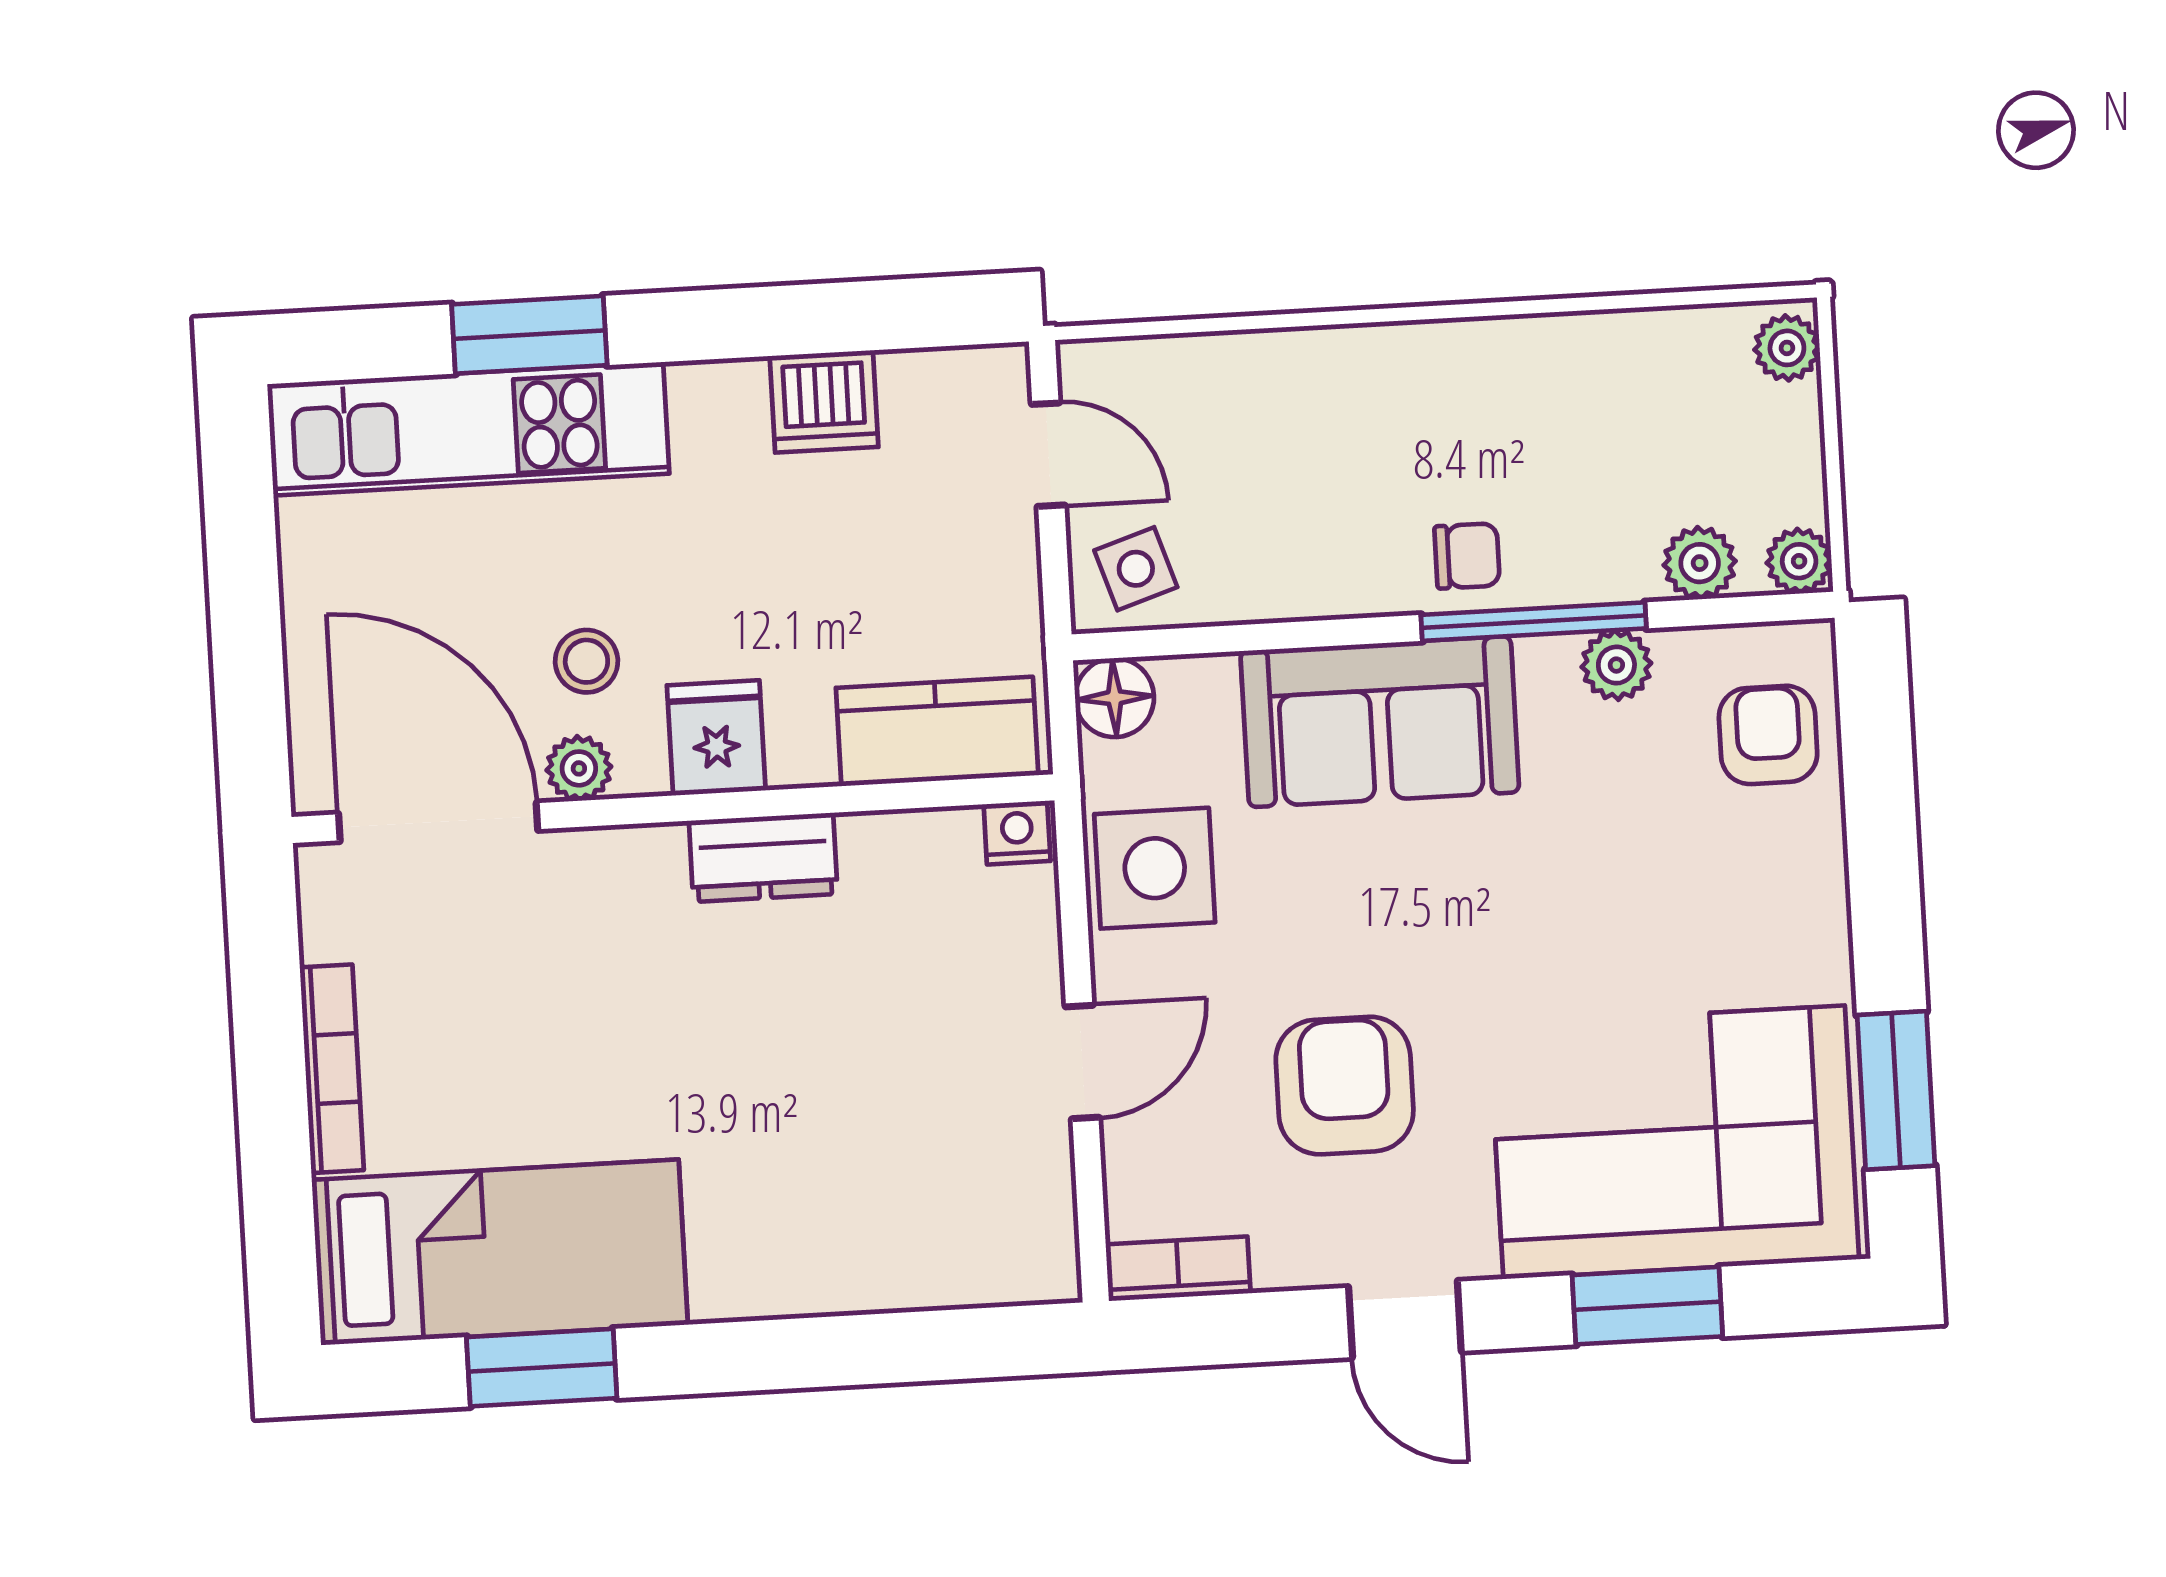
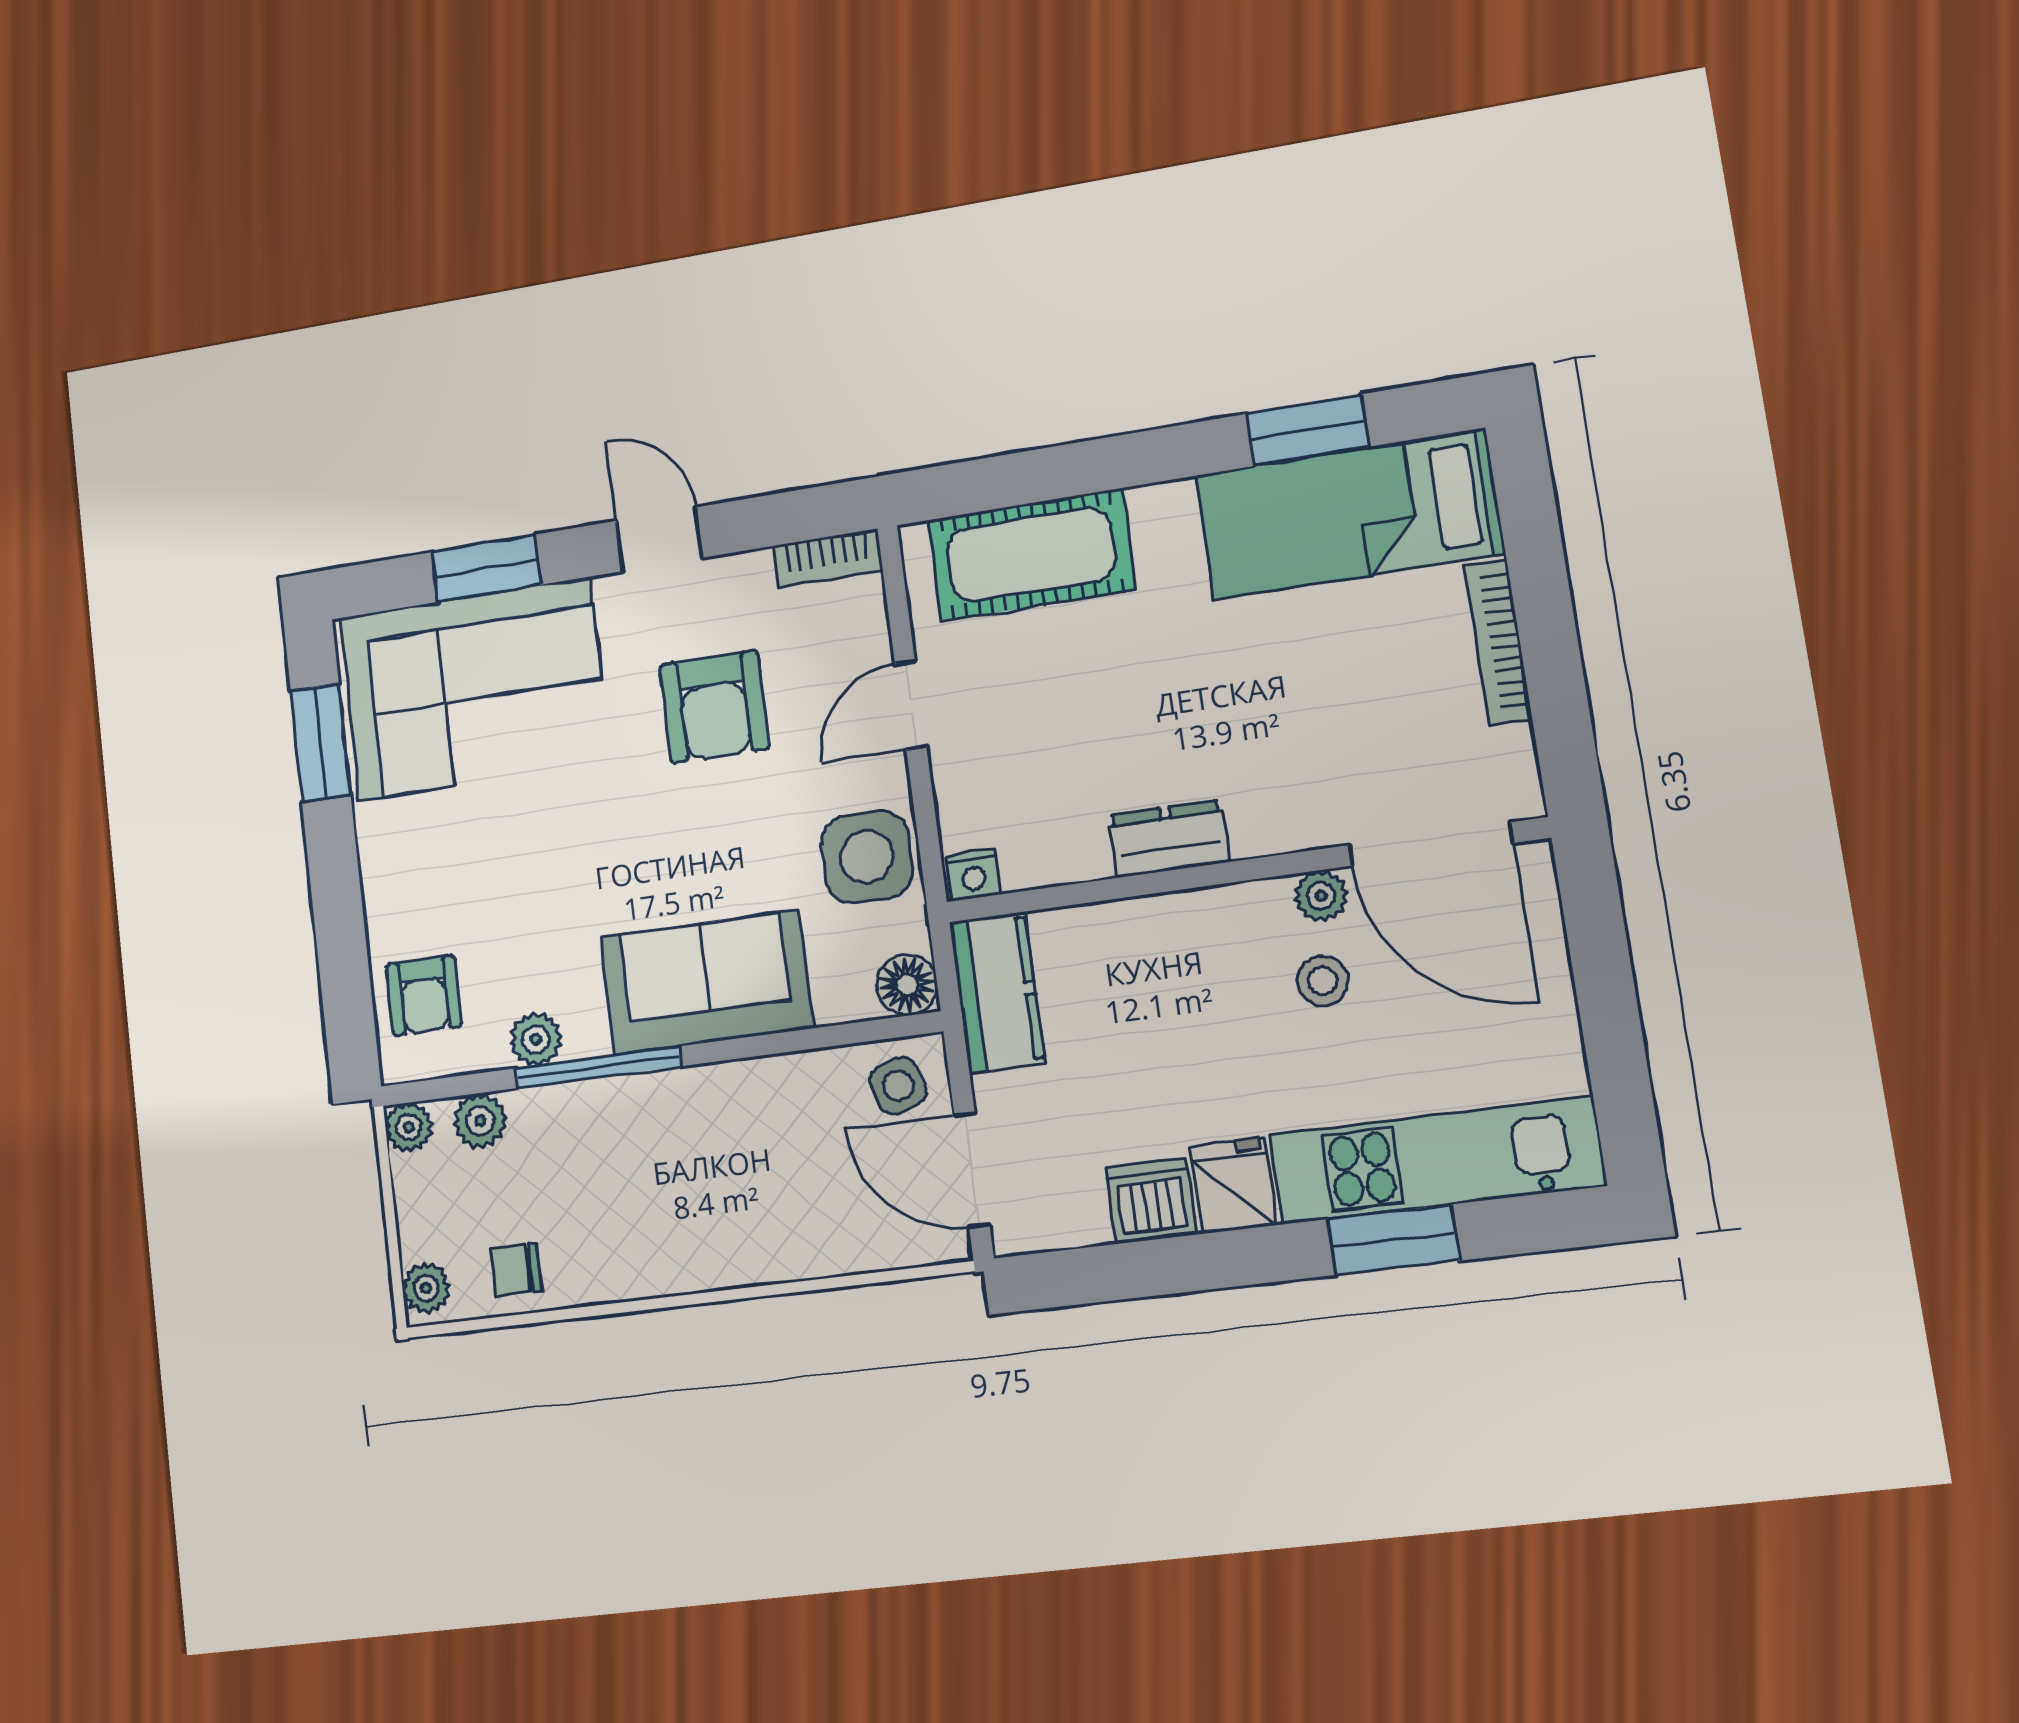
door: (1048, 455) -> (972, 1170), width x1.38
chair: (1467, 556) -> (516, 1269), moved
kitchen counter: (937, 731) -> (997, 993), moved, turned -90
fridge: (716, 738) -> (1234, 1185), moved, turned 180
cot: (909, 1244) -> (1031, 555), added

